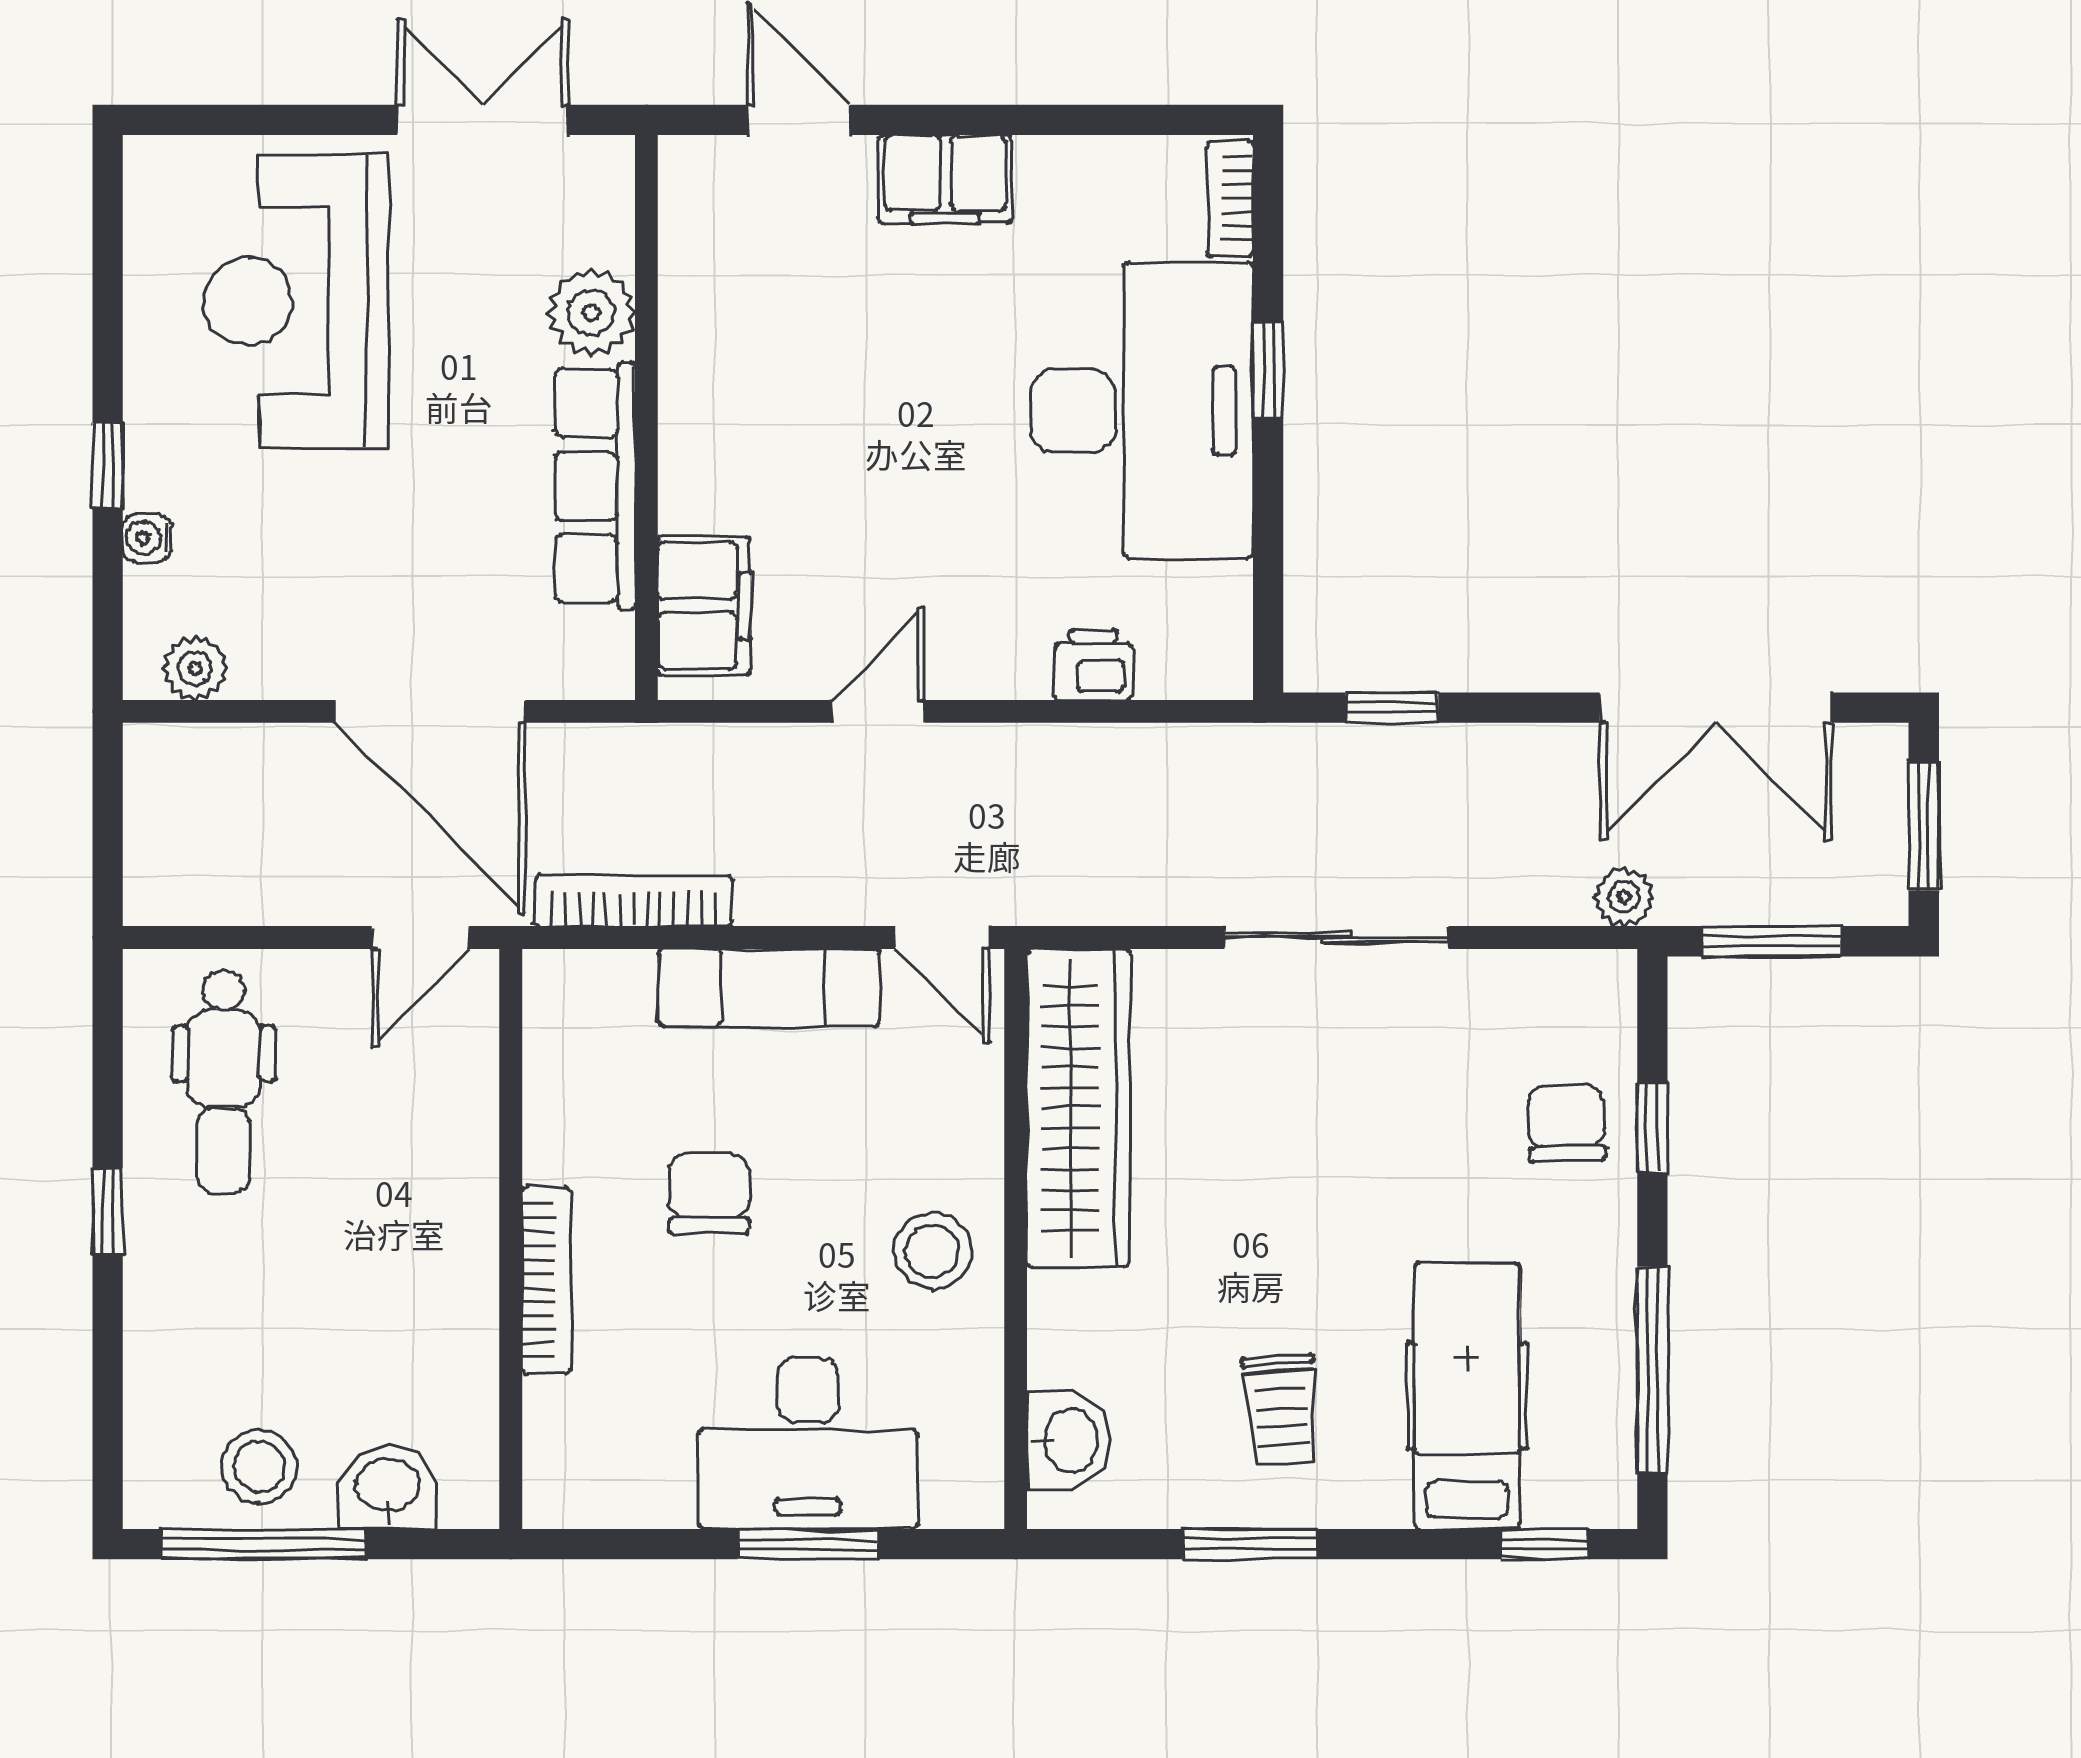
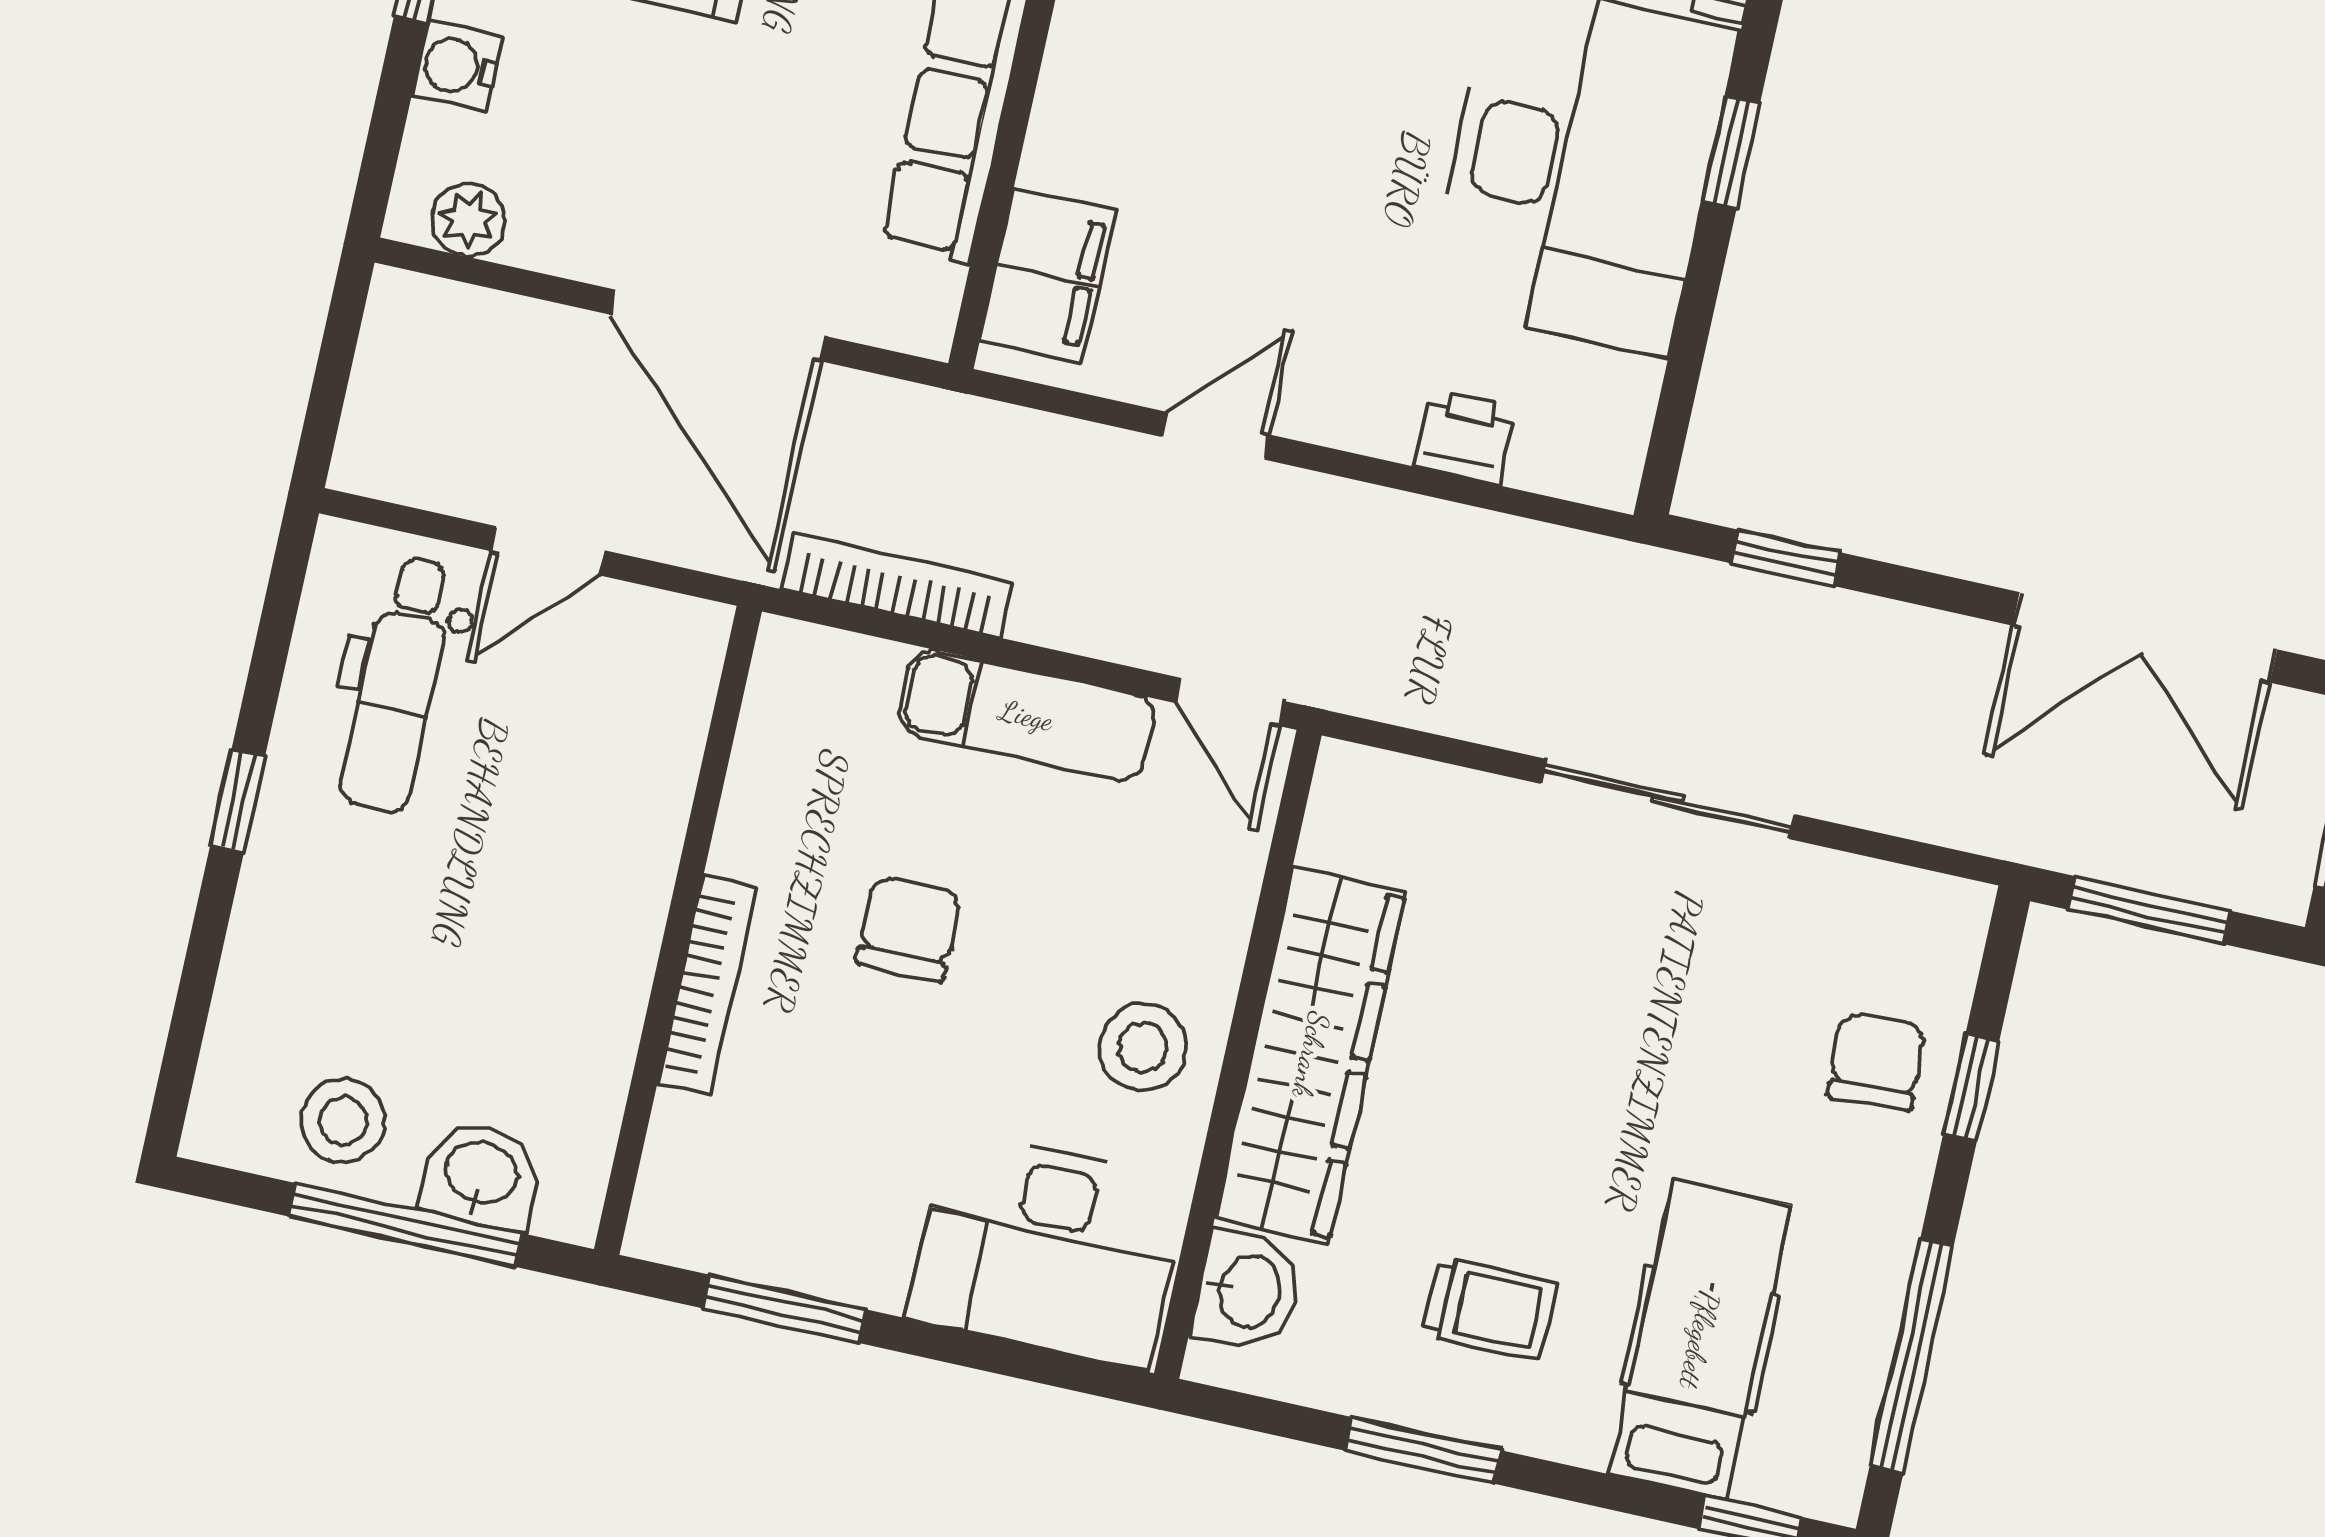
water cooler: (147, 538) -> (457, 66), width x1.38, depth x1.38
plant: (1624, 897) -> (1997, 824), removed
door: (421, 938) -> (548, 551), moved
wardrobe: (1078, 1108) -> (1311, 1055), moved
trolley: (1281, 1410) -> (1490, 1309), turned -86
desk: (808, 1443) -> (1047, 1250), moved
window: (264, 1544) -> (406, 1225), moved
window: (808, 1544) -> (783, 1309), moved

